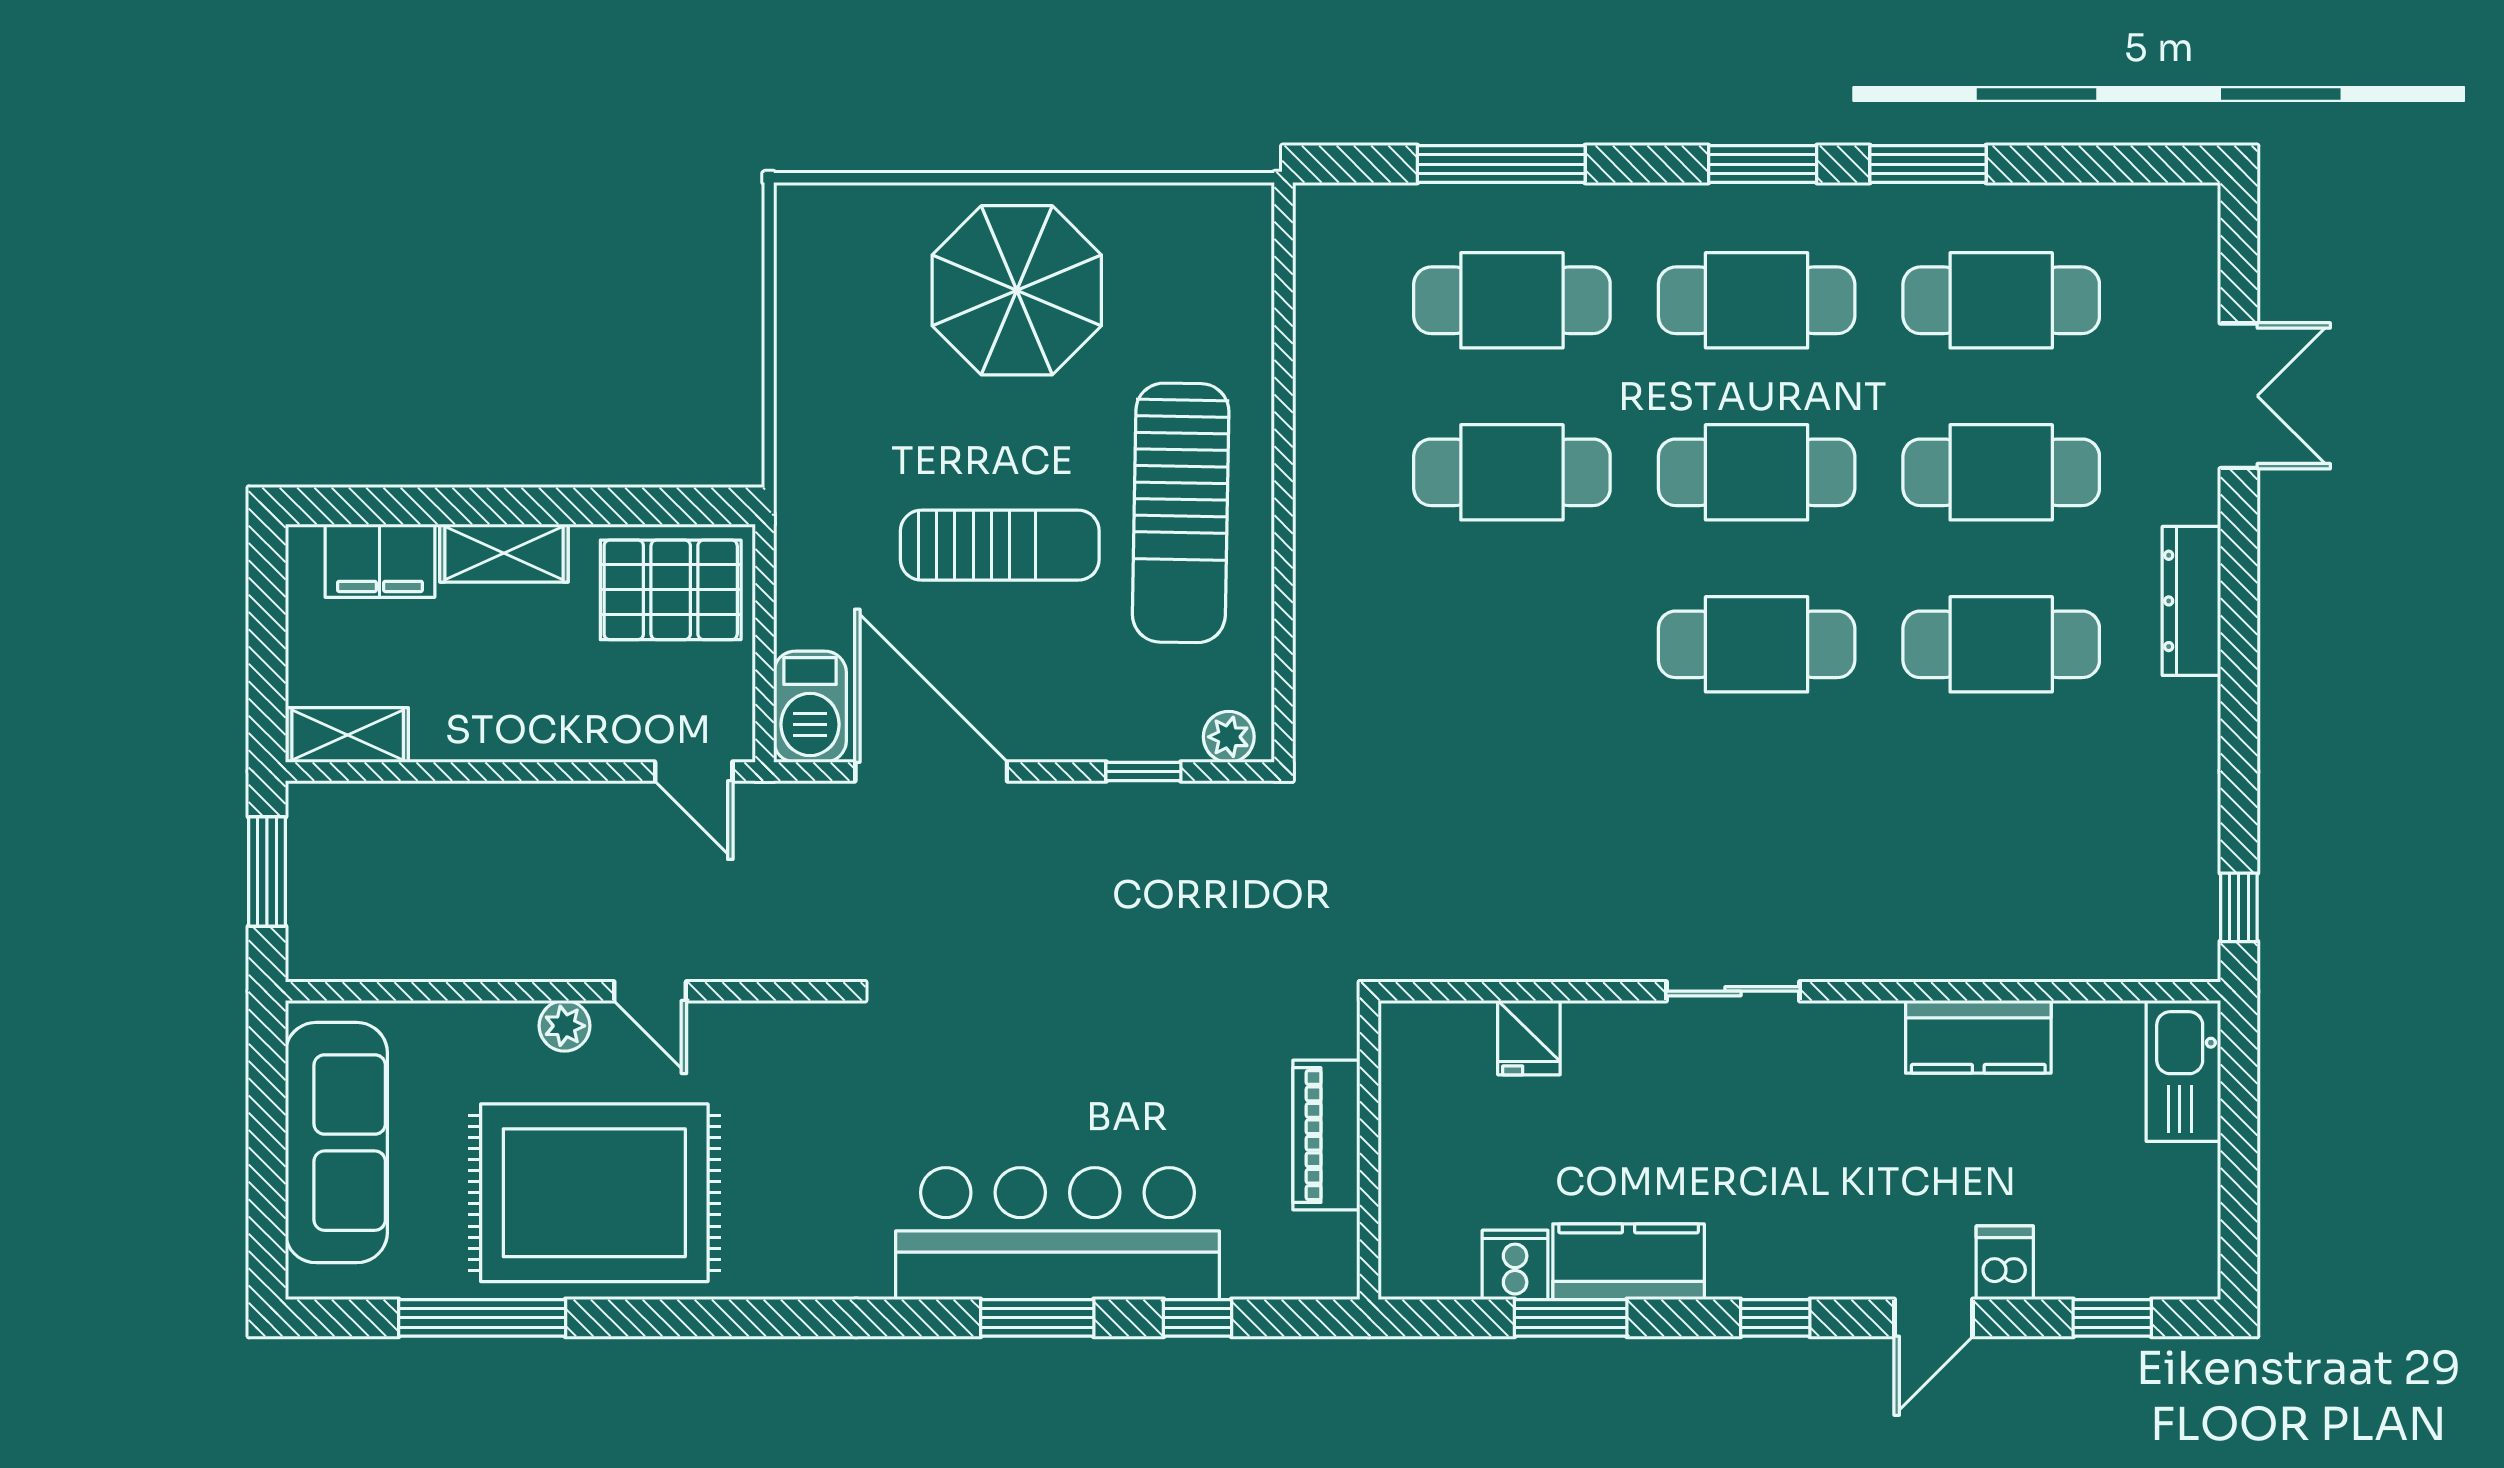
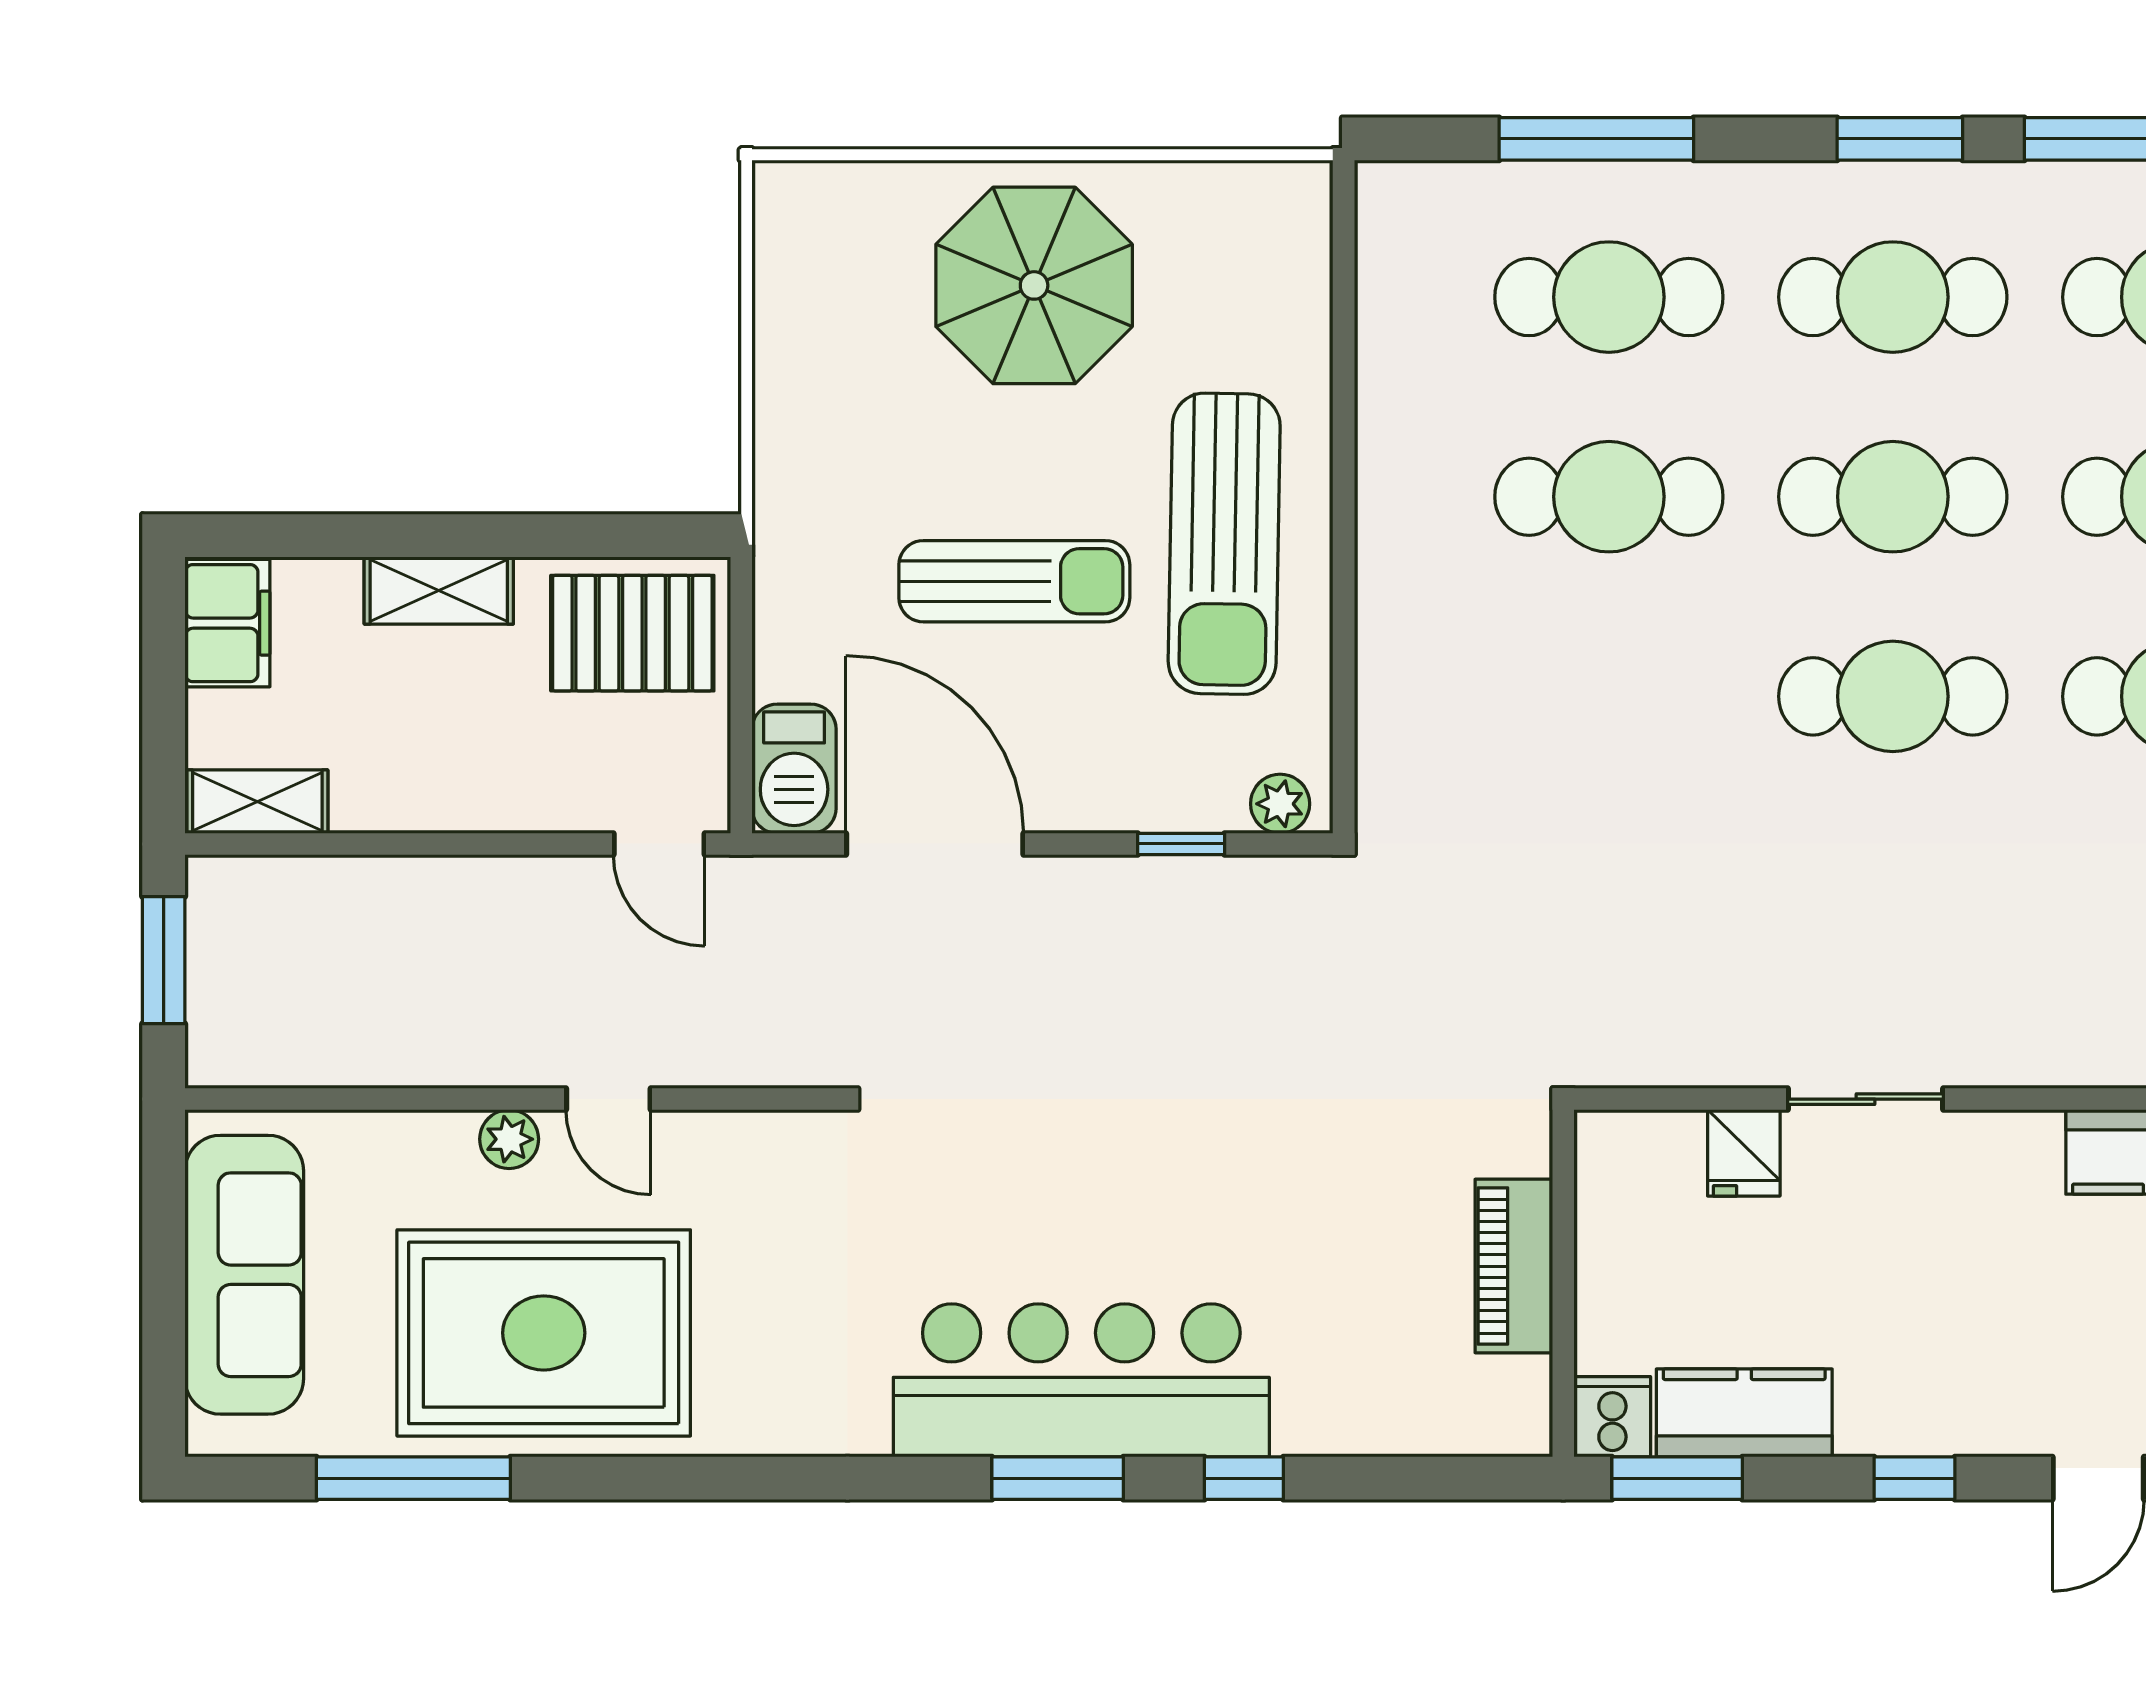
filing cabinet: (380, 561) -> (227, 623), moved, turned -90
fridge: (1529, 1038) -> (1744, 1153), moved
piano: (1326, 1135) -> (1514, 1266), moved
wall: (1369, 1150) -> (1563, 1283), moved

